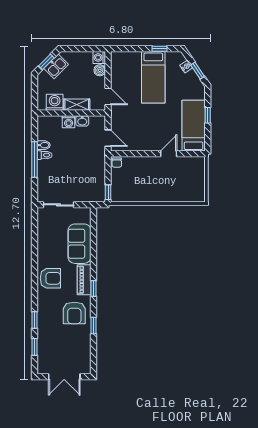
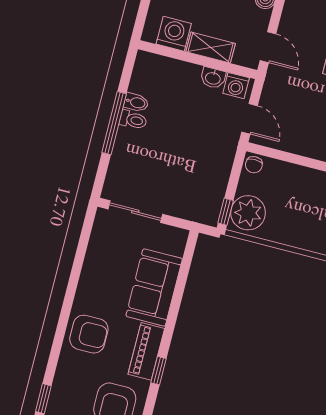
washing machine: (69, 122) -> (236, 86), moved
plant: (120, 190) -> (248, 213), added

